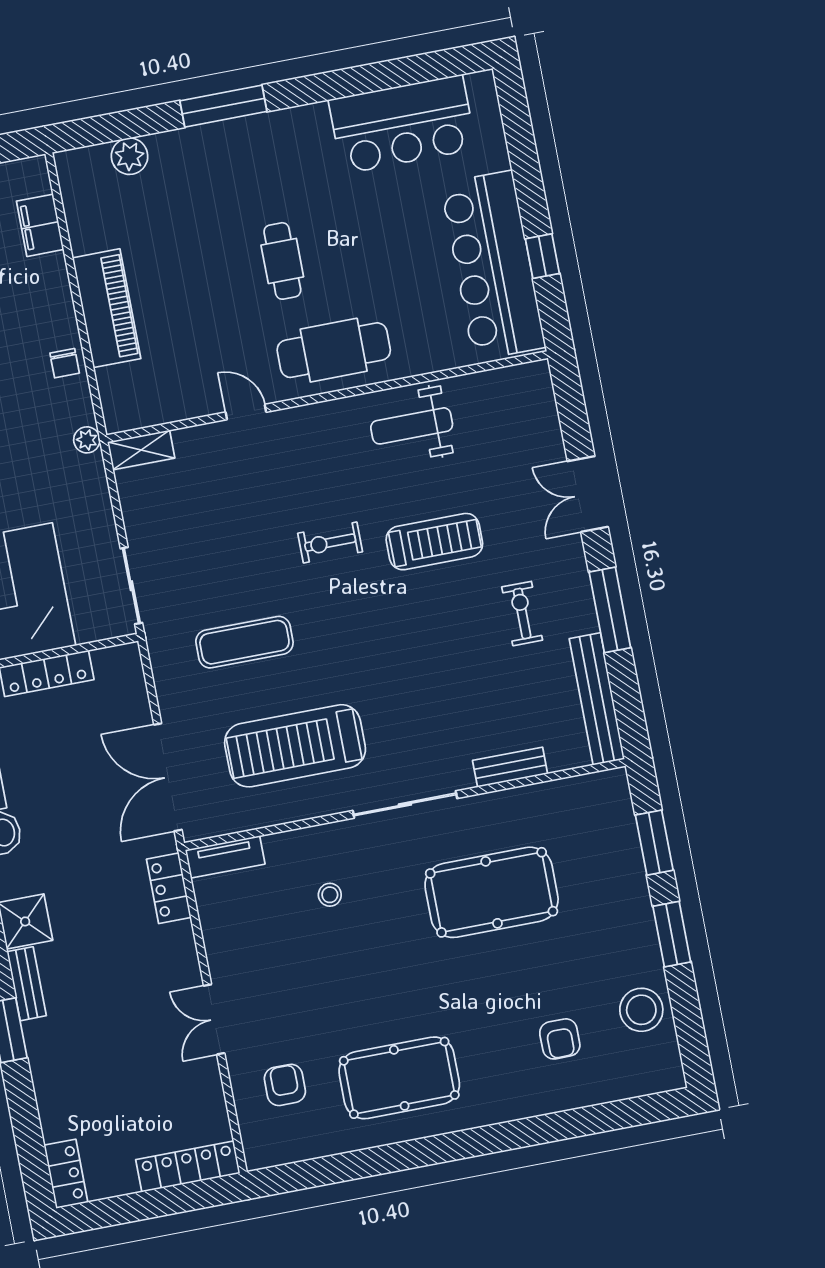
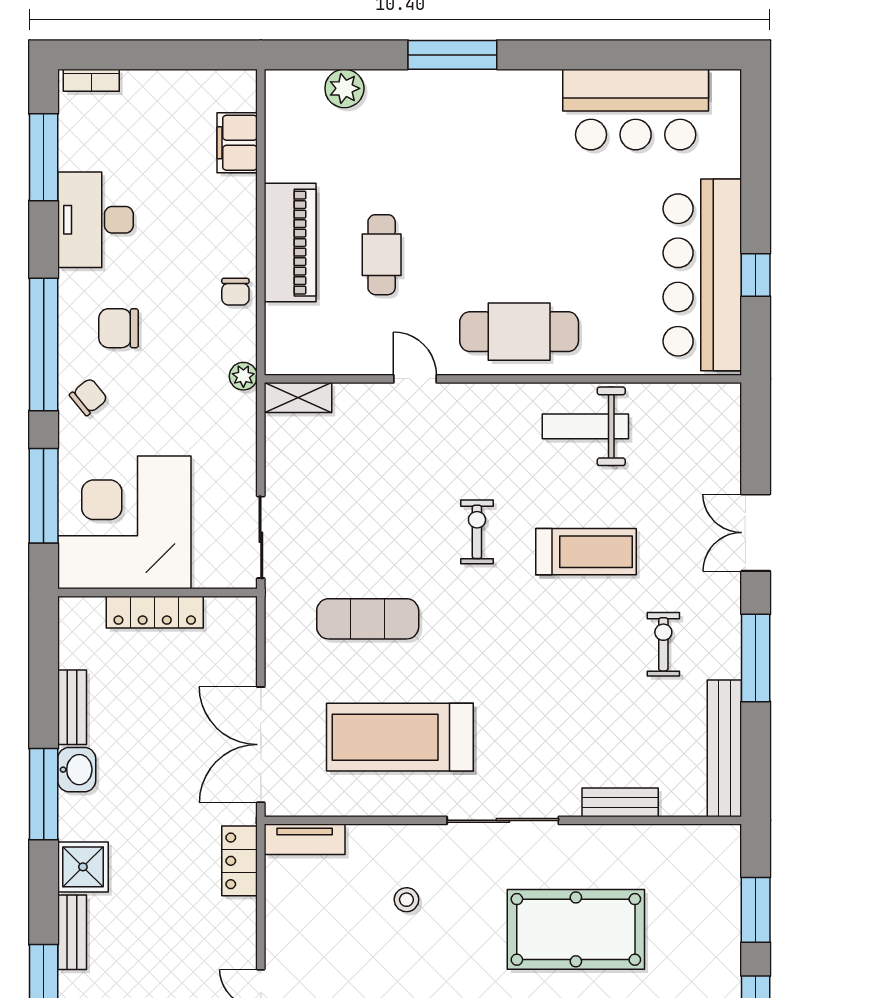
cafe table: (282, 261) -> (382, 255), moved
exercise bike: (330, 543) -> (477, 532), turned 90

